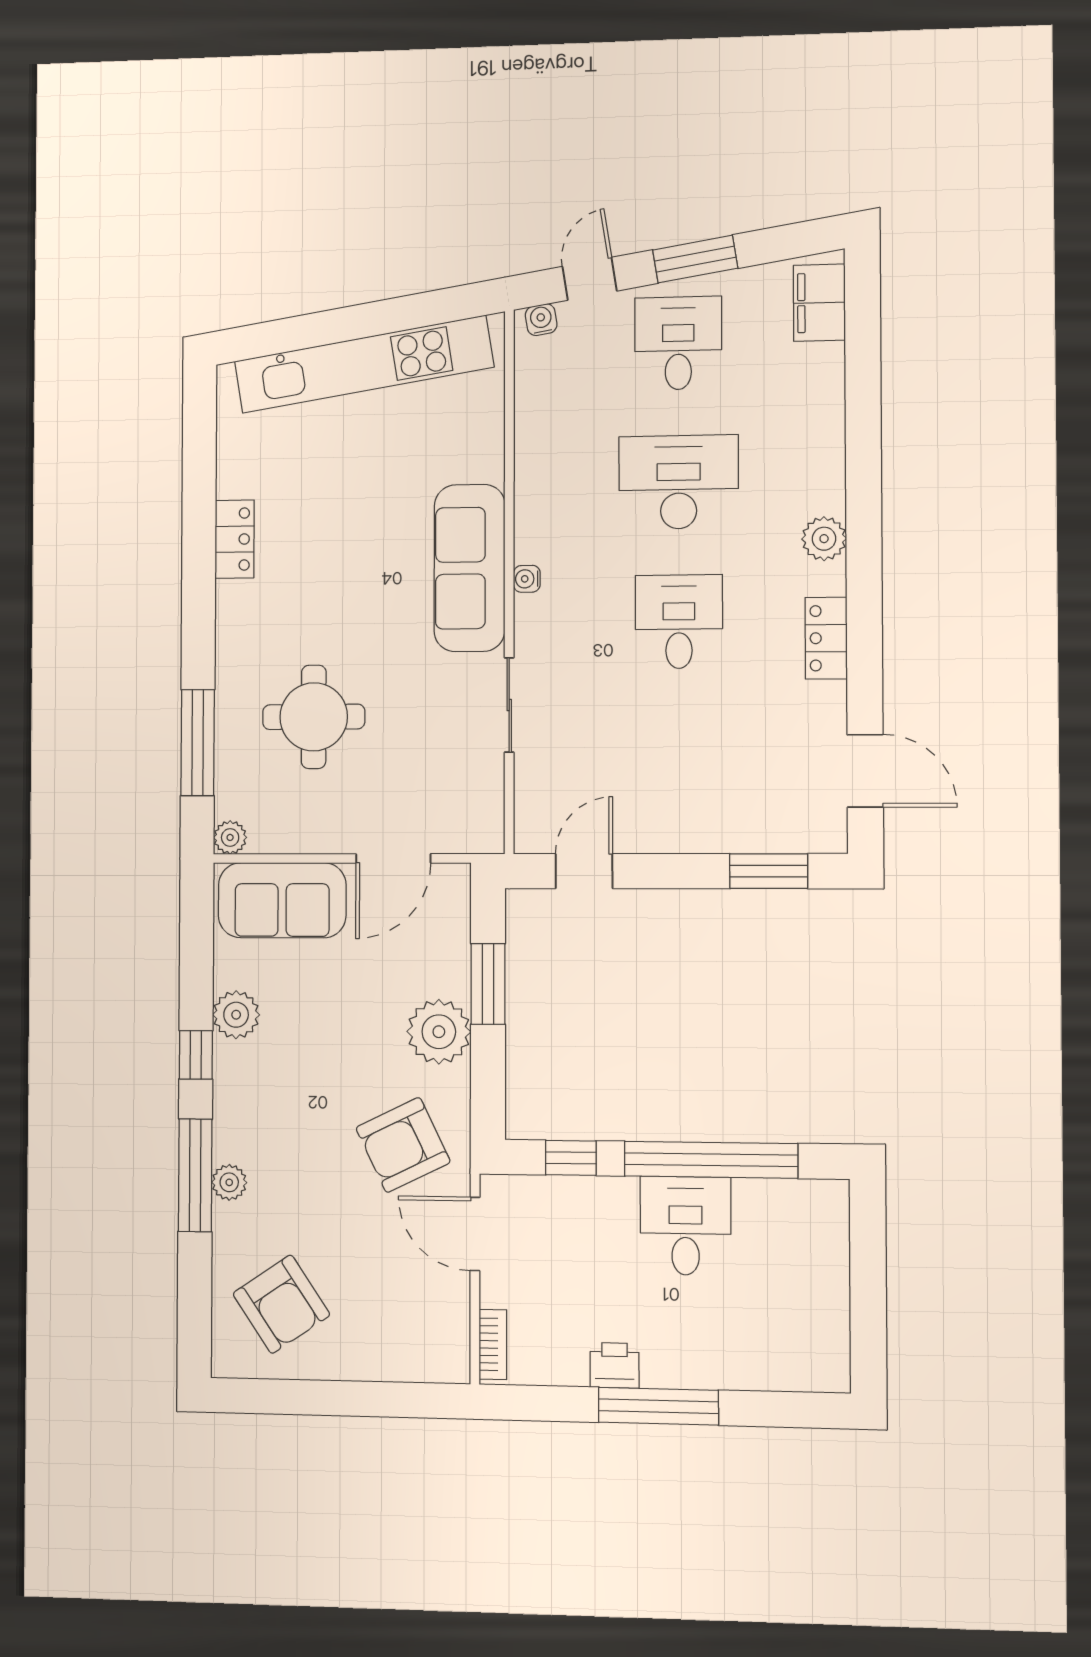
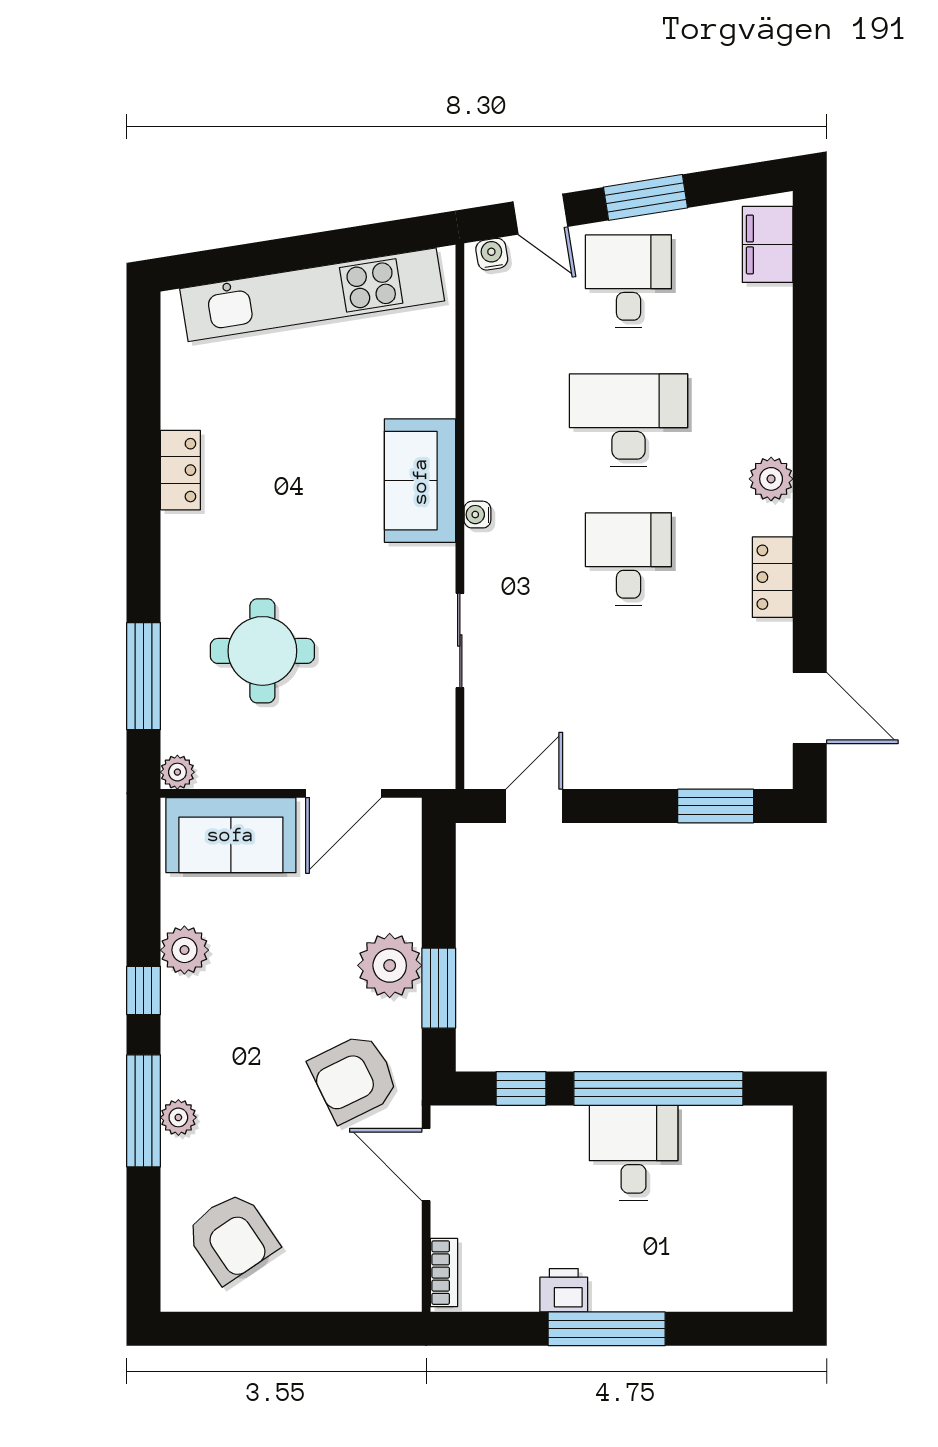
door: (590, 279) -> (540, 214), swing flipped
sofa: (470, 568) -> (420, 481), width x0.73
window: (488, 984) -> (439, 988), moved

